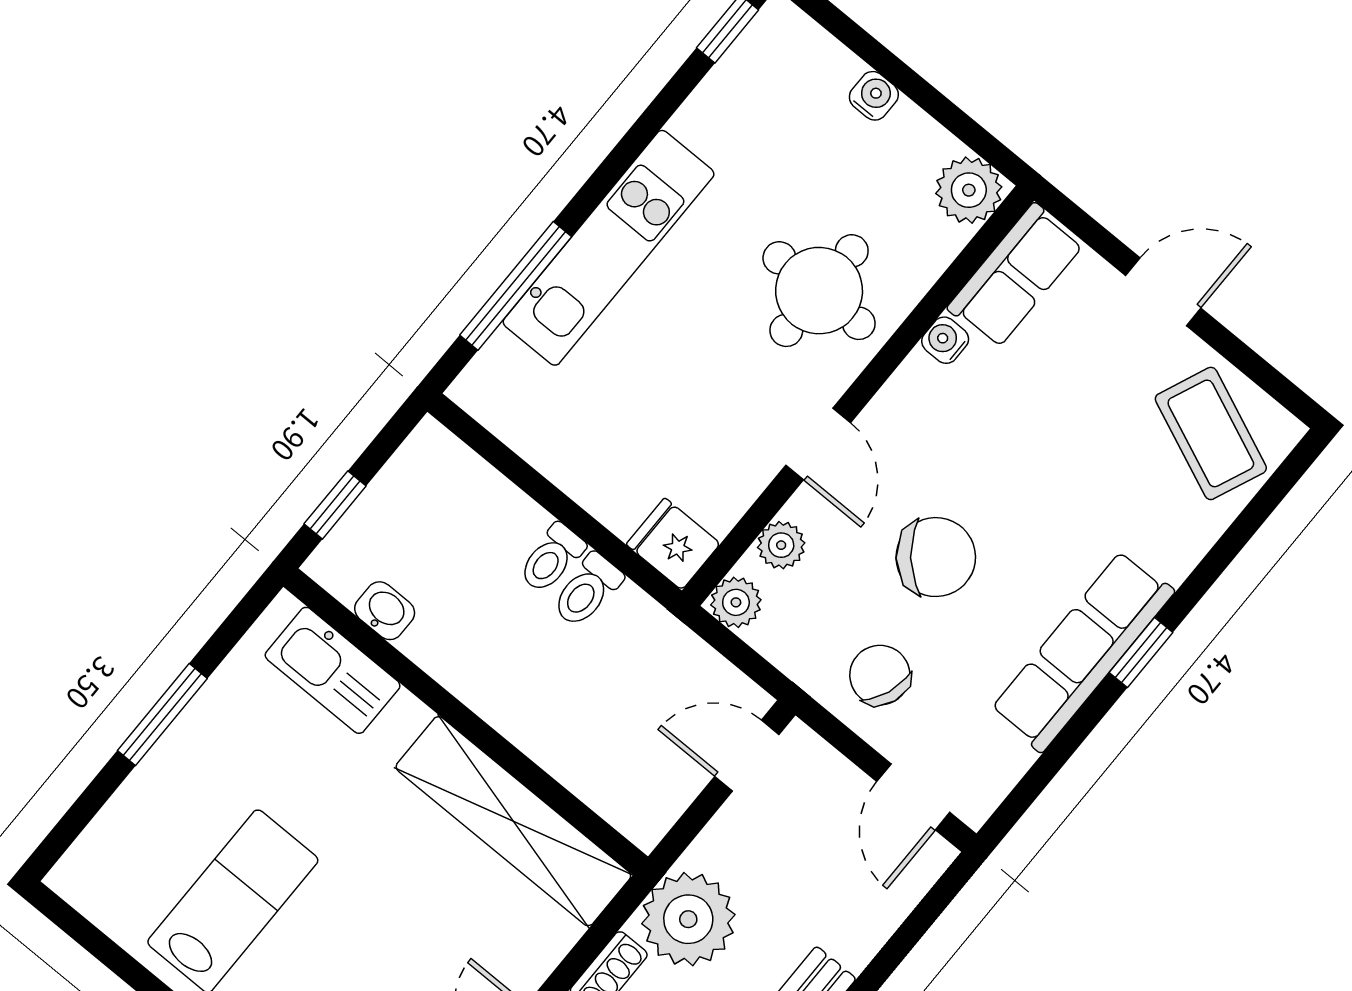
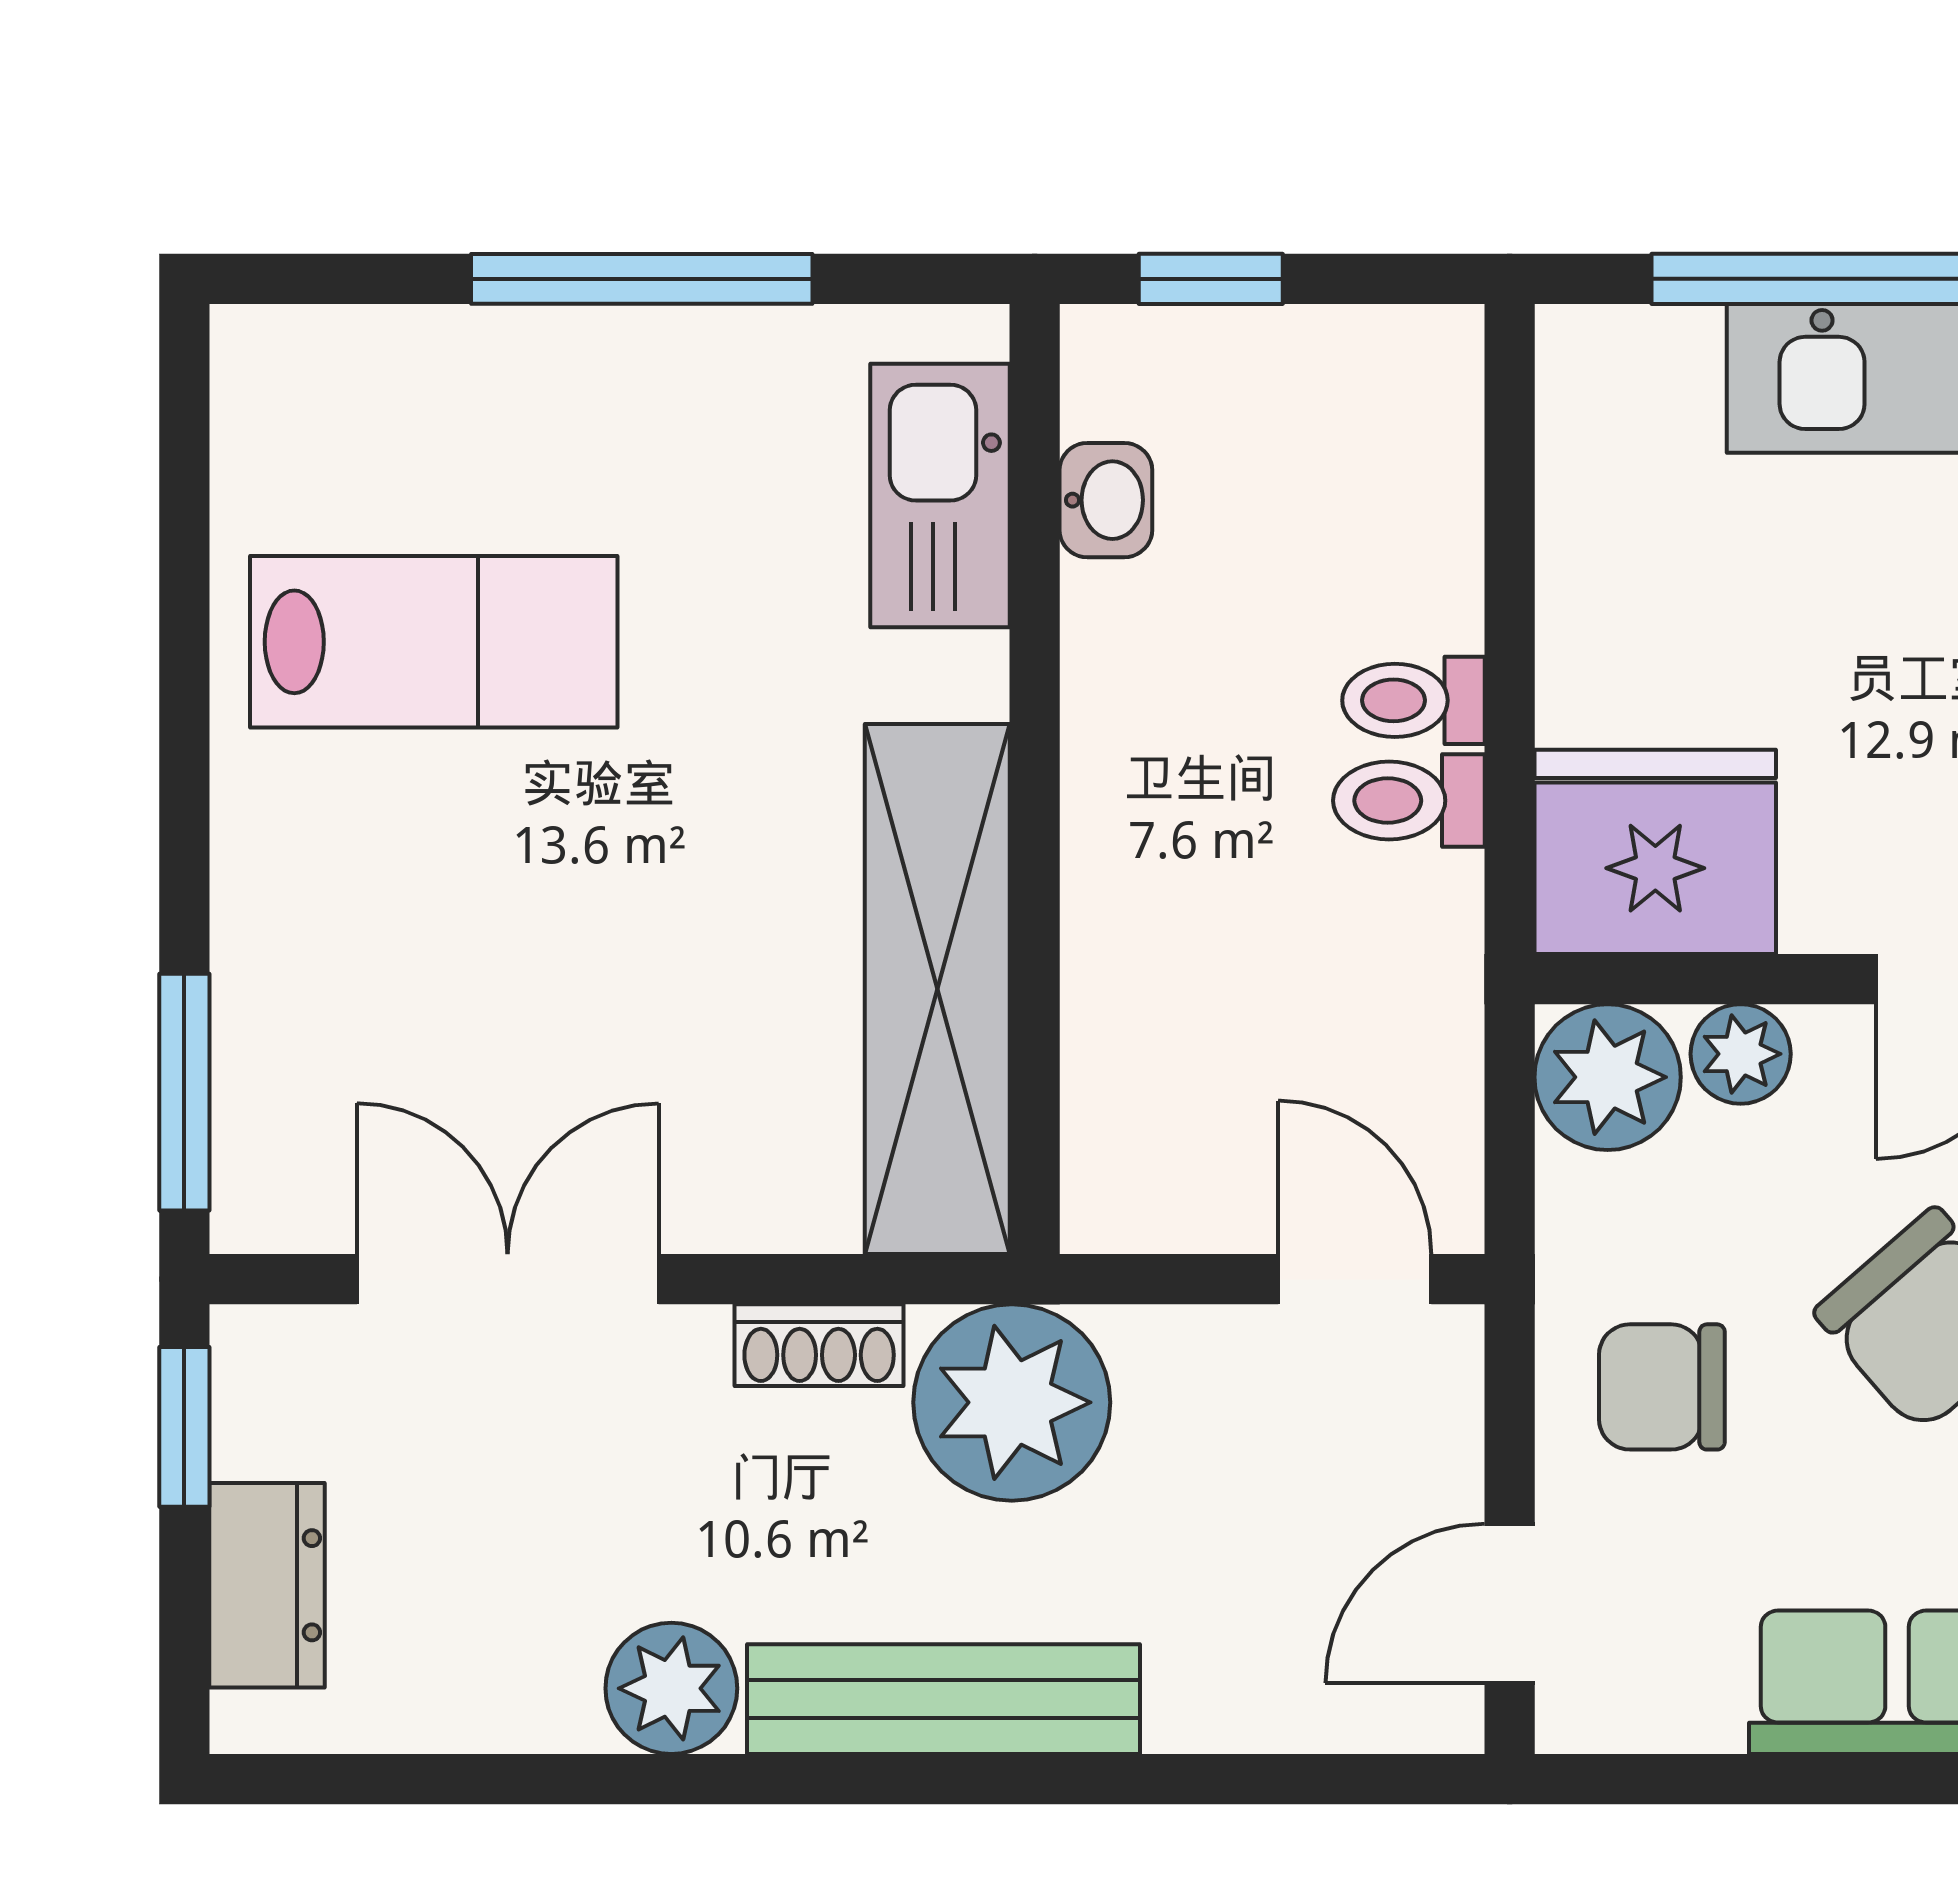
fridge: (673, 544) -> (1655, 852), width x1.88, depth x1.34
plant: (736, 602) -> (1608, 1077), width x1.38, depth x1.38
chair: (880, 675) -> (1662, 1387), turned -111
window: (162, 714) -> (642, 279), width x1.44

